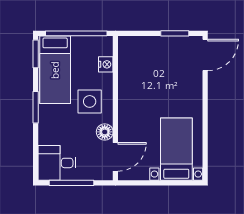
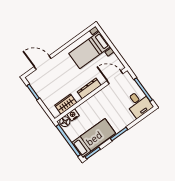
door: (205, 55) -> (43, 63), moved
wardrobe: (127, 65) -> (66, 104), added
side table: (90, 101) -> (97, 110), removed
dresser: (125, 112) -> (89, 88), added
floor lamp: (105, 132) -> (65, 122), moved

